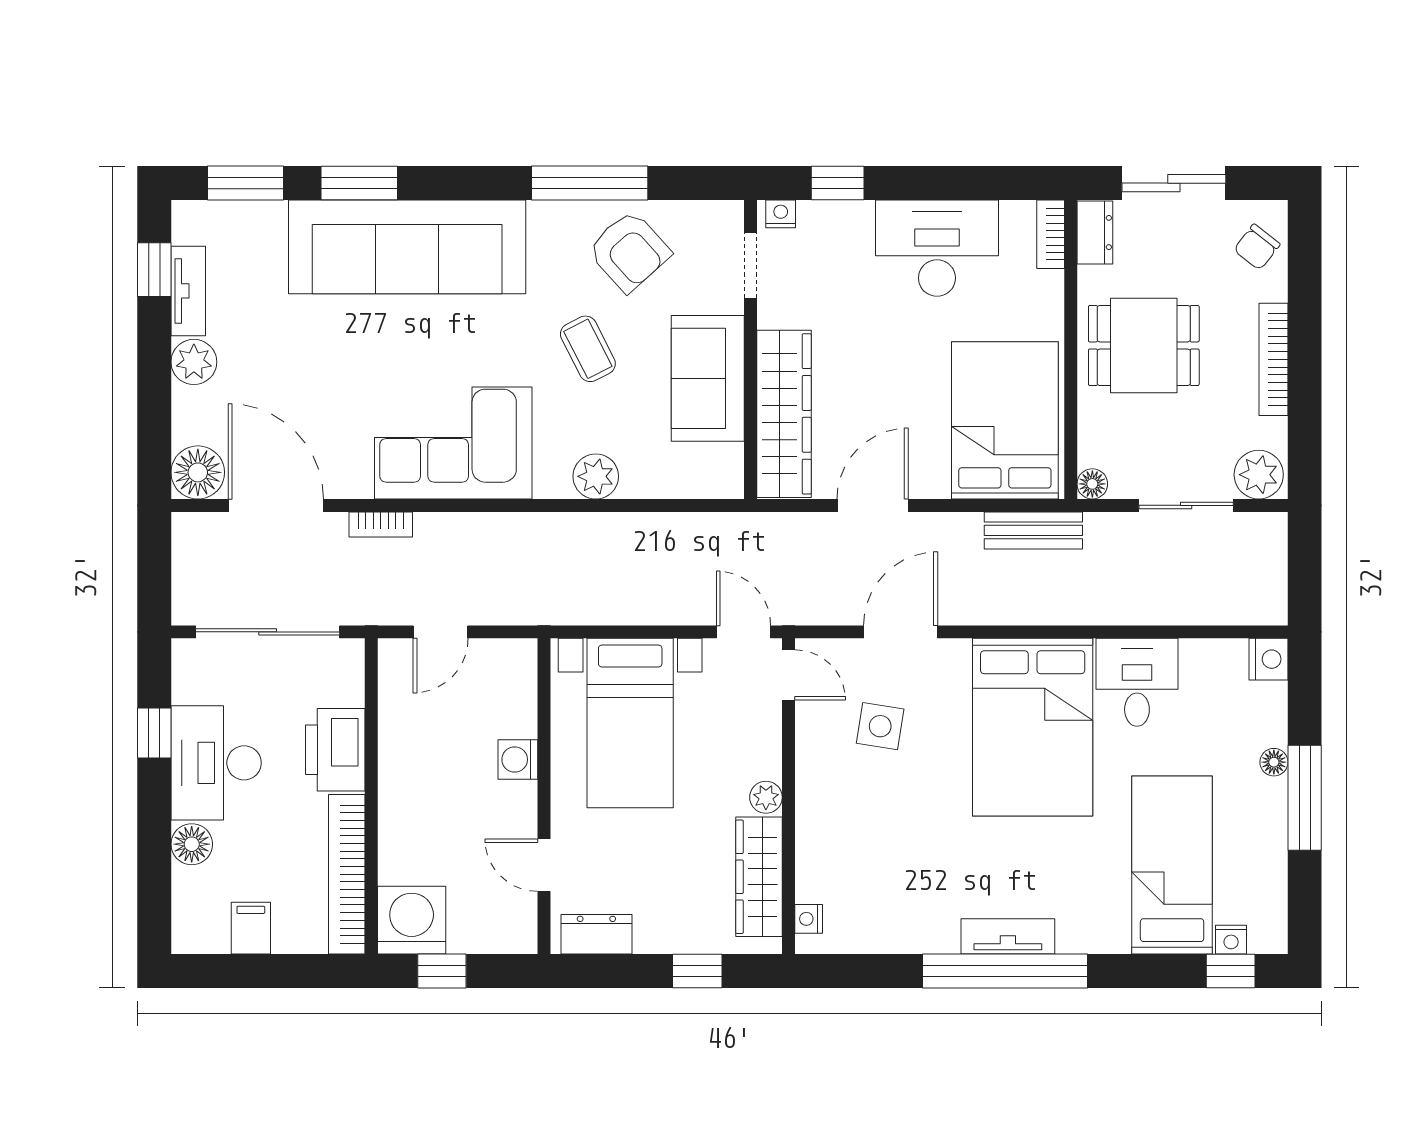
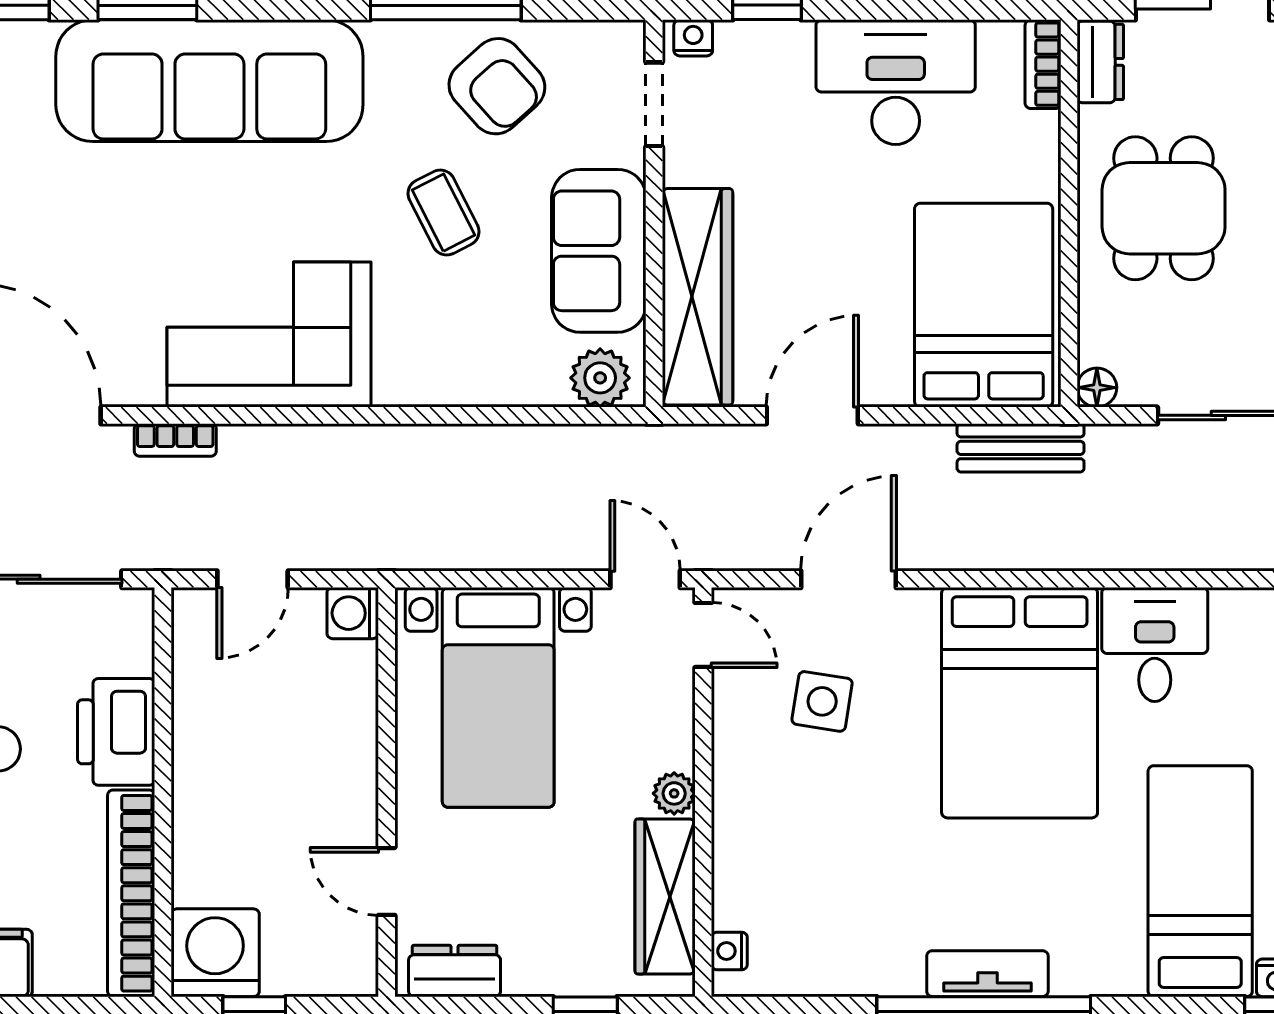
dining table: (1144, 345) -> (1164, 208), turned 90
plant: (596, 476) -> (600, 378), moved
washing machine: (518, 760) -> (353, 613), moved

